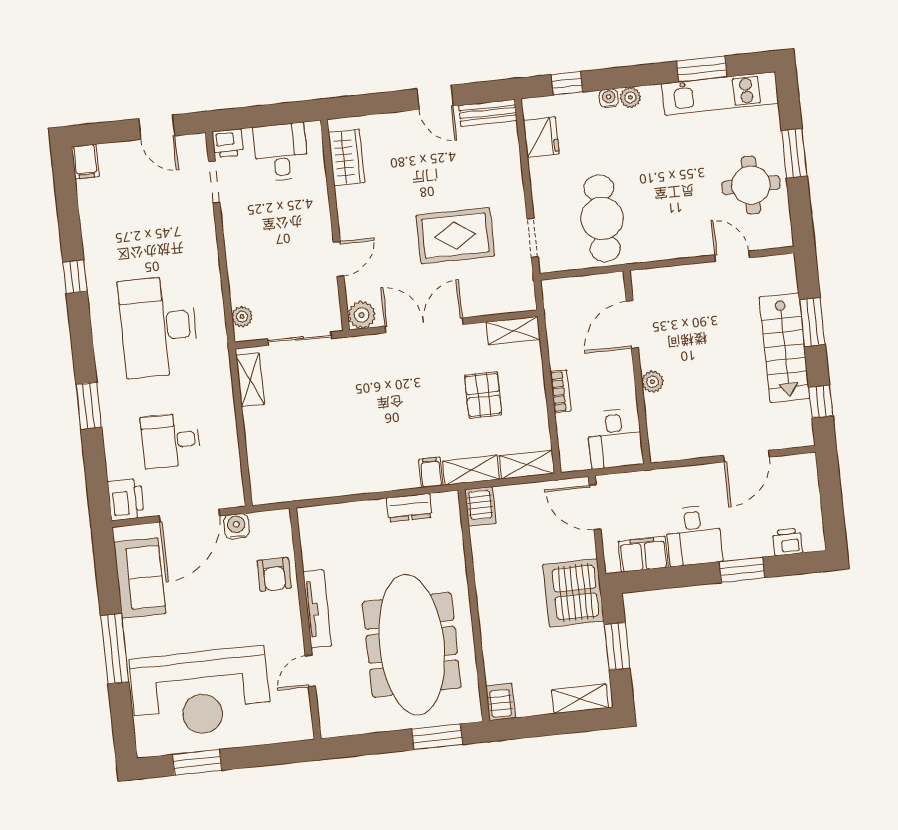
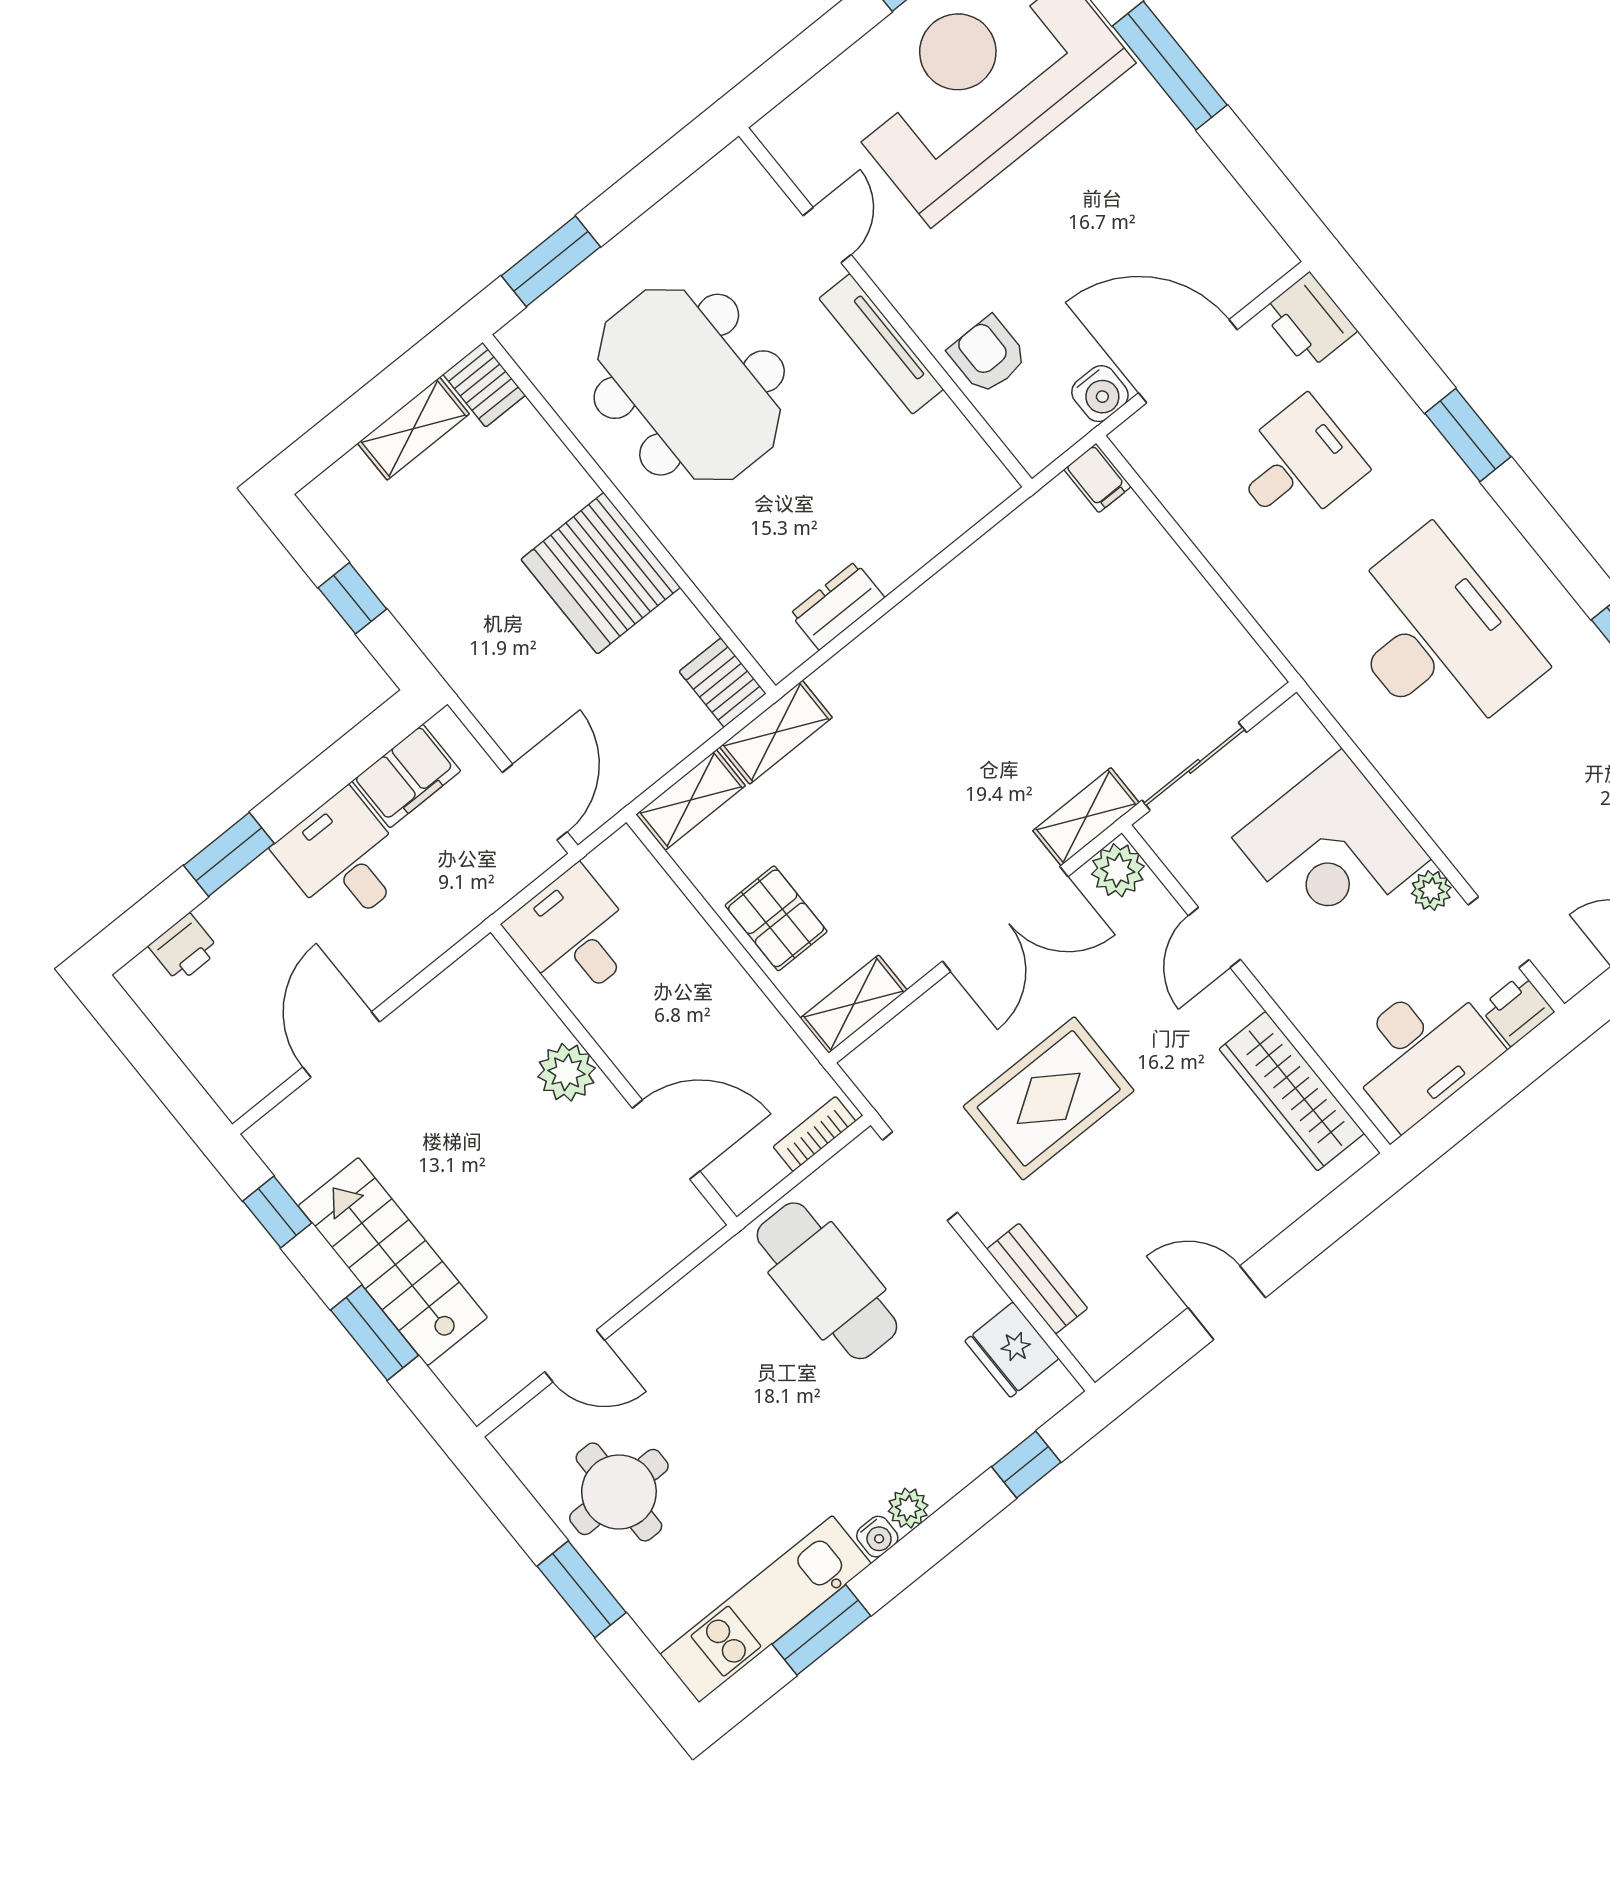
water cooler: (609, 98) -> (877, 1537), moved
bench: (488, 113) -> (1037, 1279), moved, turned 90
desk: (281, 152) -> (1421, 1051), width x1.37
wardrobe: (347, 157) -> (1292, 1091), width x1.50
doorway: (533, 238) -> (920, 1176), width x1.38
corner desk: (263, 265) -> (1332, 848), added
plant: (242, 317) -> (1431, 890), moved
door: (632, 324) -> (666, 1140), hinge flipped
shelving: (250, 380) -> (1086, 817), moved, turned 90
plant: (653, 382) -> (567, 1072), width x1.38, depth x1.38
bookcase: (561, 391) -> (814, 1134), moved, turned 90
pallet: (483, 395) -> (776, 918), moved
filing cabinet: (431, 472) -> (1097, 478), moved
door: (595, 507) -> (535, 802), hinge flipped
door: (189, 516) -> (1188, 361), hinge flipped
sofa: (140, 578) -> (1203, 208), removed
server rack: (573, 593) -> (601, 573), moved, turned 180
meeting table: (412, 645) -> (689, 385), width x0.73
window: (617, 646) -> (352, 598), width x0.67
shelving: (580, 699) -> (413, 429), moved

